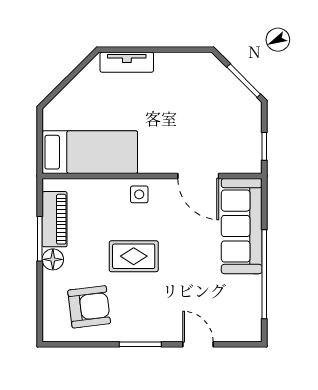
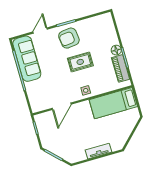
tv unit: (127, 62) -> (98, 151), moved
door: (198, 176) -> (62, 106), swing flipped
sofa: (242, 226) -> (27, 59), moved
armchair: (89, 307) -> (69, 38), moved
door: (198, 344) -> (40, 31), swing flipped

